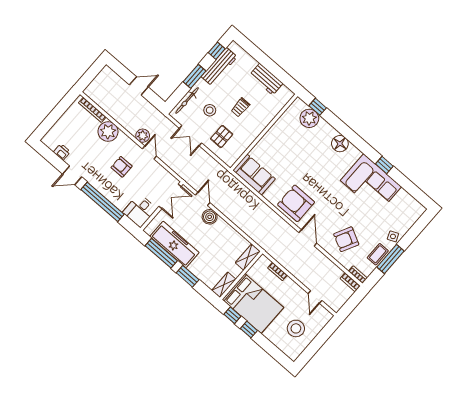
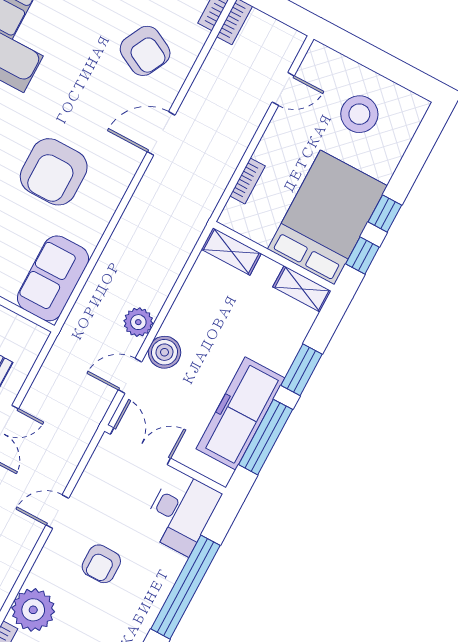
plant: (143, 136) -> (138, 322), moved
armchair: (296, 203) -> (54, 172), moved
desk: (140, 211) -> (181, 512), width x1.37

